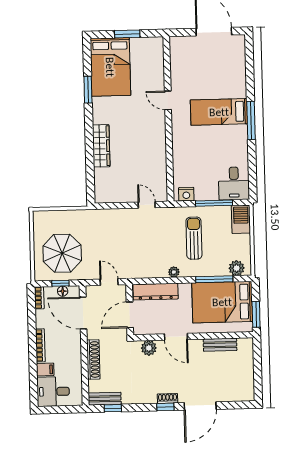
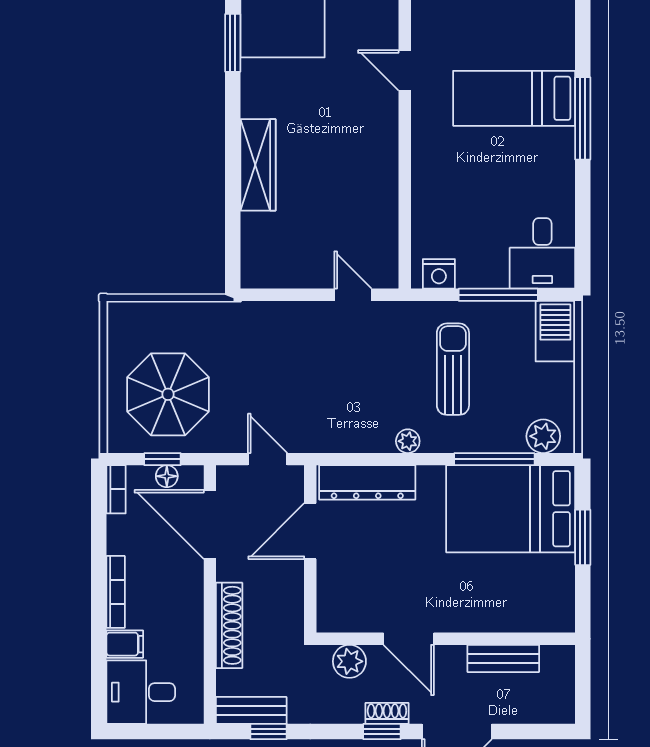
wall: (193, 336) -> (446, 639), moved
door: (176, 337) -> (409, 639), moved
bench: (220, 345) -> (503, 658), moved
plant: (149, 348) -> (349, 661), moved

